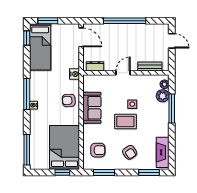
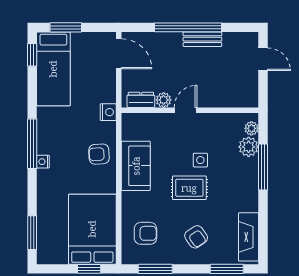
plant: (109, 66) -> (164, 100), added
bench: (150, 67) -> (202, 39), moved
window: (27, 150) -> (32, 233), width x0.69

